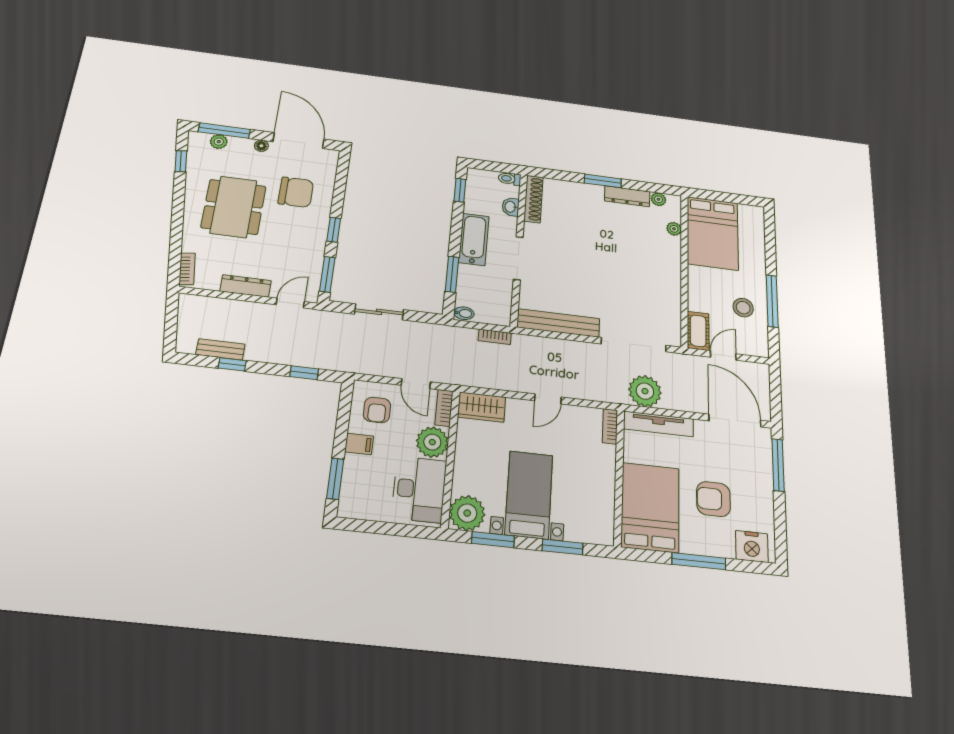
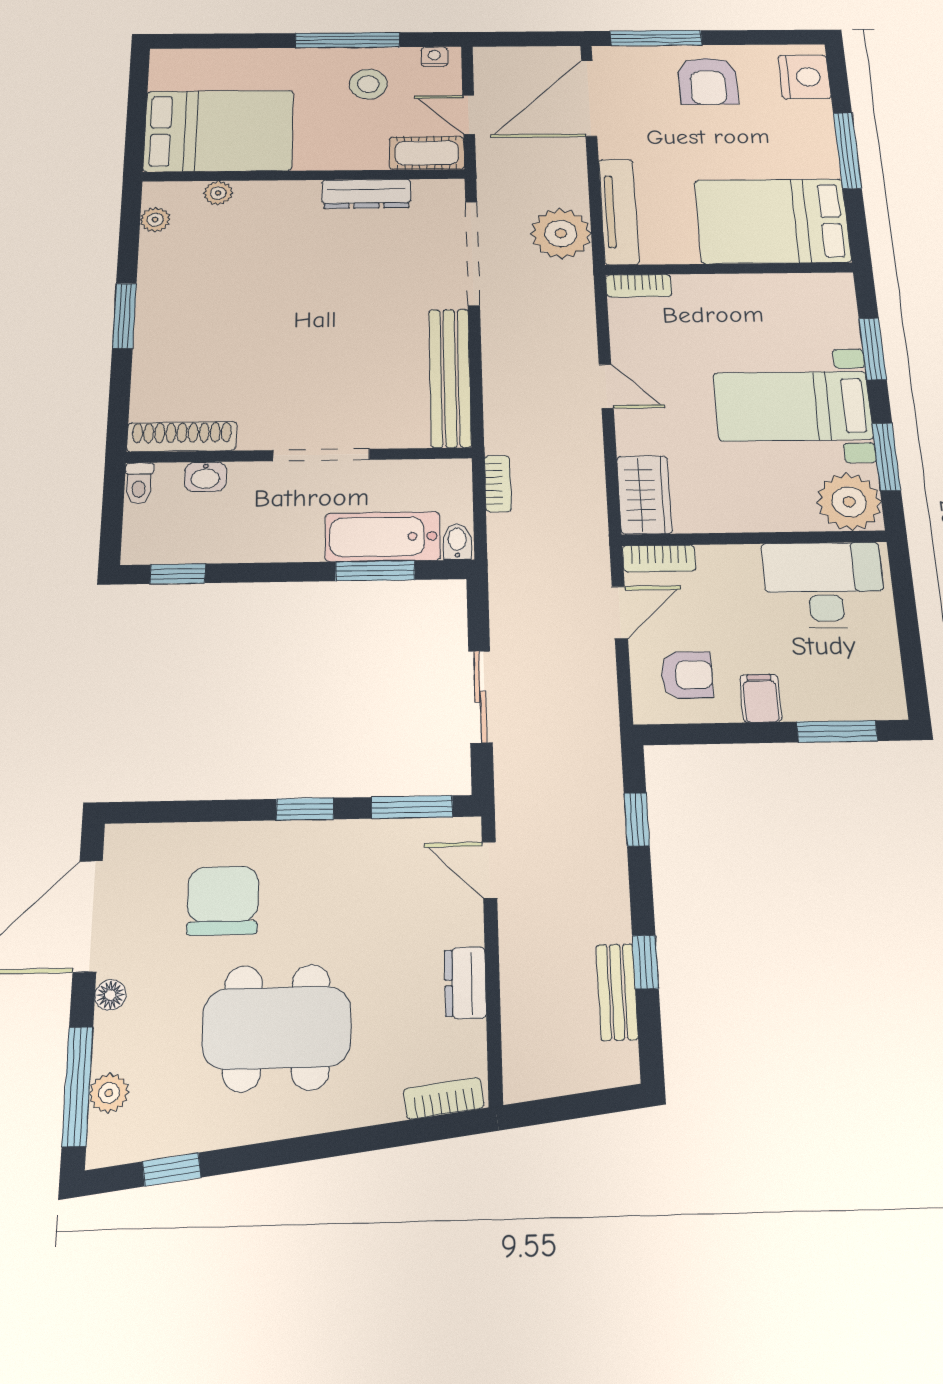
dresser: (627, 196) -> (366, 194), moved, turned 90
bathtub: (474, 239) -> (383, 537), moved
dresser: (246, 286) -> (465, 983), width x0.70
nightstand: (762, 343) -> (434, 57), added
plant: (432, 442) -> (730, 572), removed
armchair: (713, 499) -> (708, 81), moved

